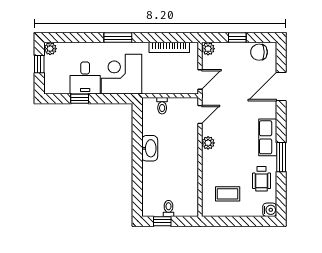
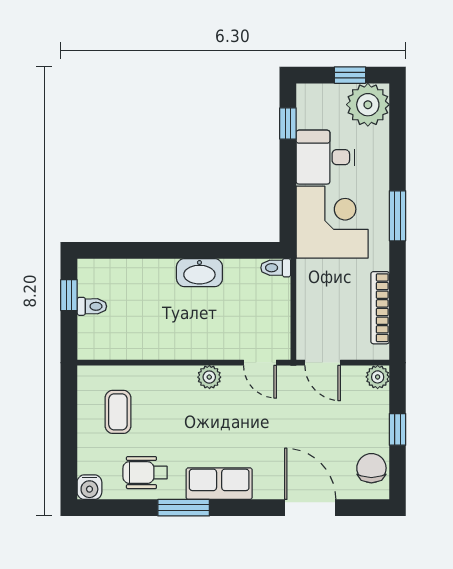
plant: (50, 49) -> (368, 105), width x1.88, depth x1.88
window: (80, 99) -> (288, 124), moved
toilet: (162, 106) -> (276, 268), moved

